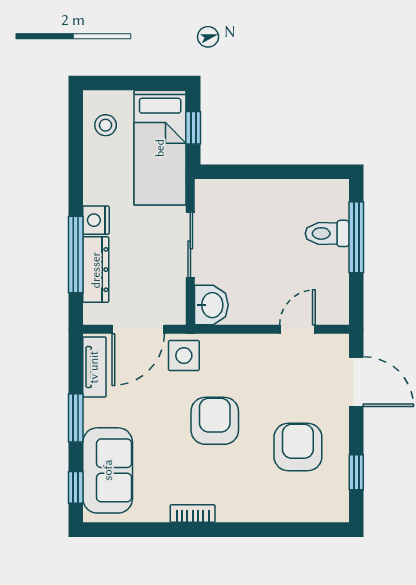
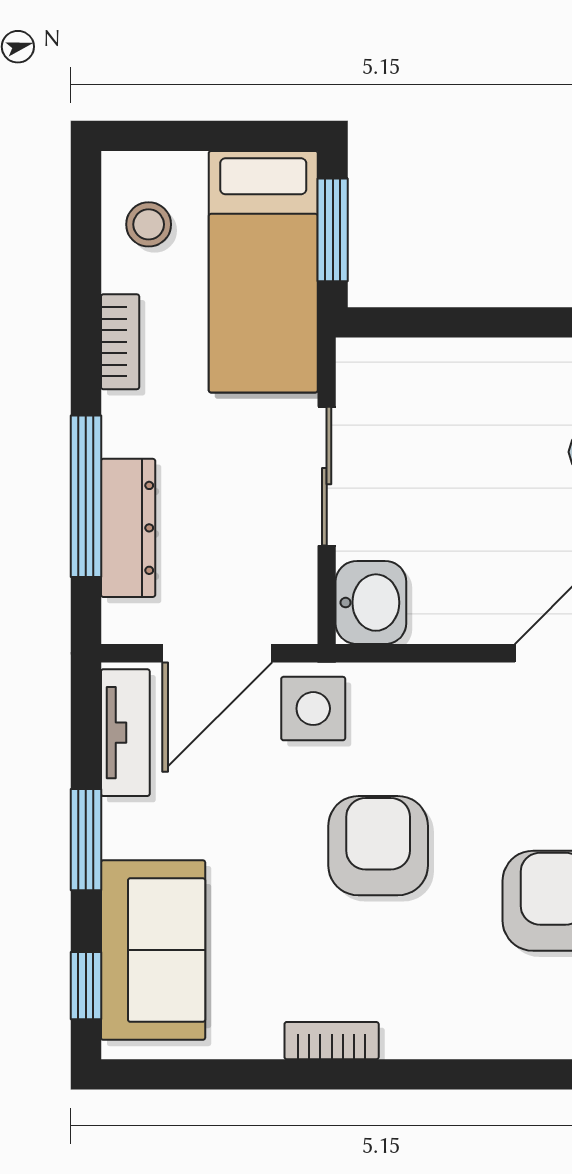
window: (193, 128) -> (333, 230), width x1.50
bookcase: (92, 181) -> (120, 342), added
nightstand: (96, 220) -> (128, 424), removed

